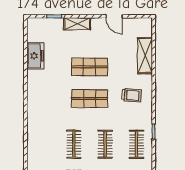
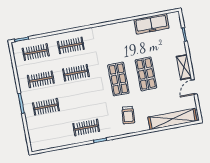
shelving: (77, 24) -> (184, 67), moved
shelving: (145, 55) -> (173, 119), width x1.47
freezer: (35, 56) -> (151, 24), width x1.40
clothes rail: (105, 144) -> (71, 45), moved

